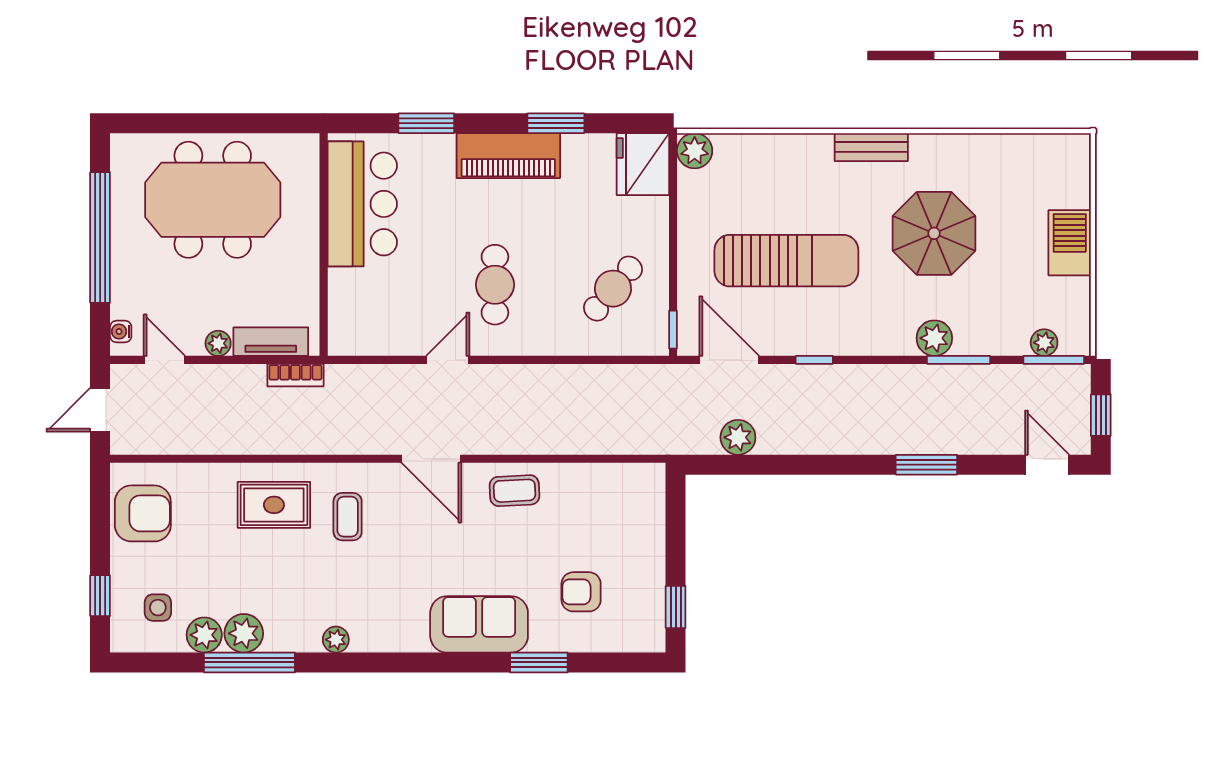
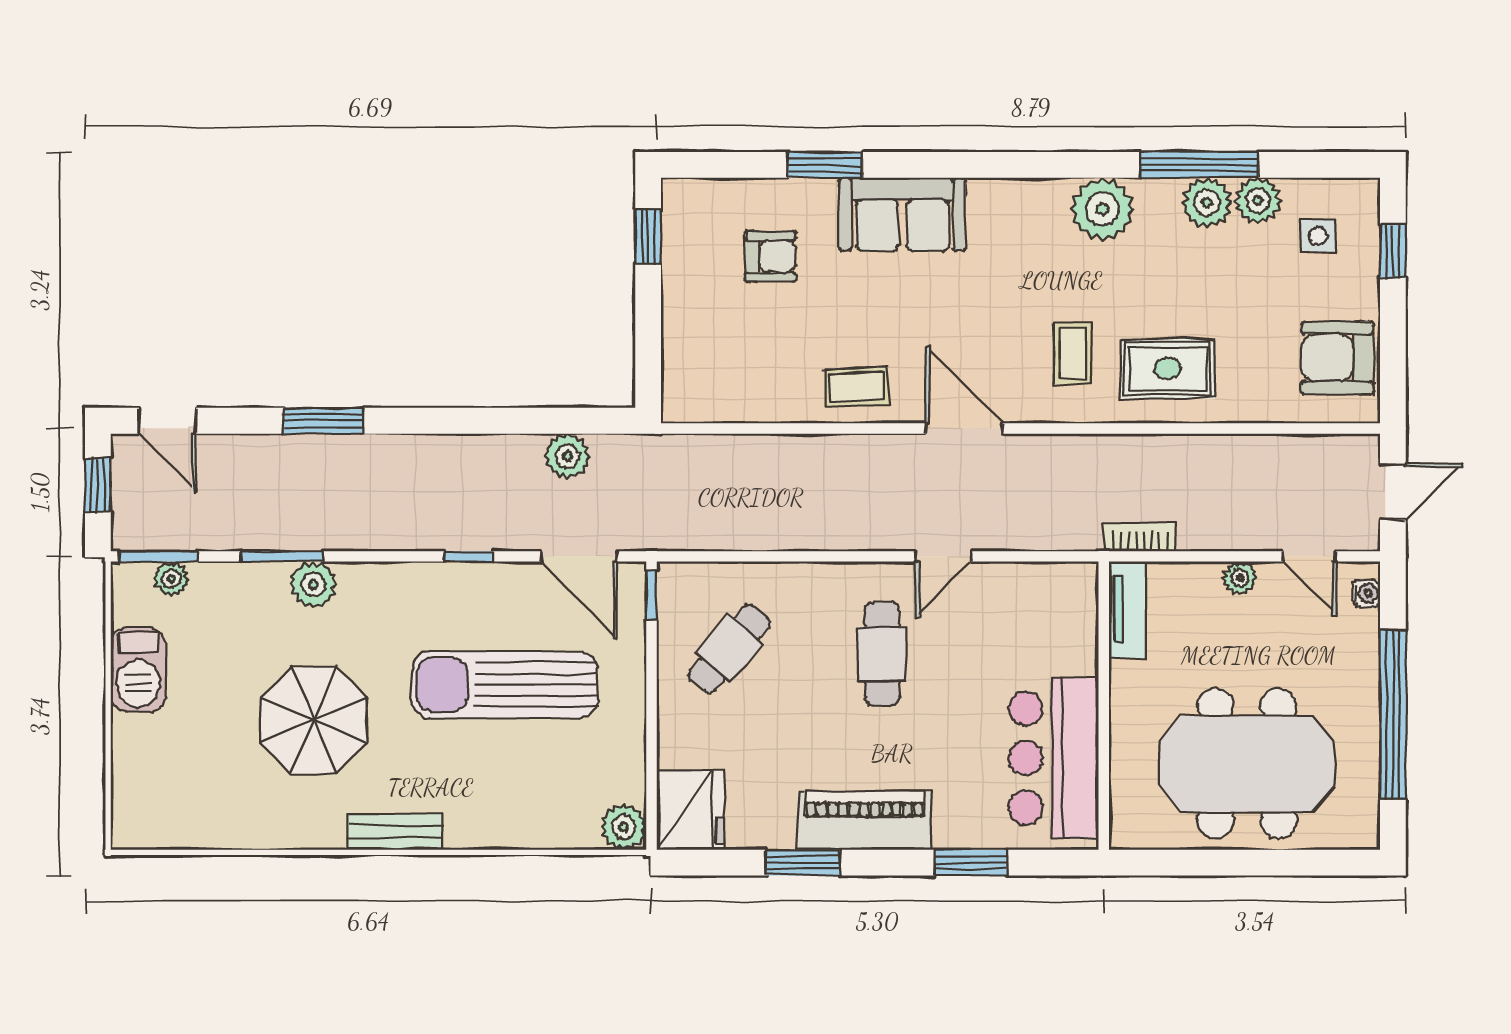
barbecue: (1070, 243) -> (138, 670), moved
tv unit: (271, 342) -> (1127, 610), moved, turned -90
plant: (336, 640) -> (1102, 209), width x1.88, depth x1.88

